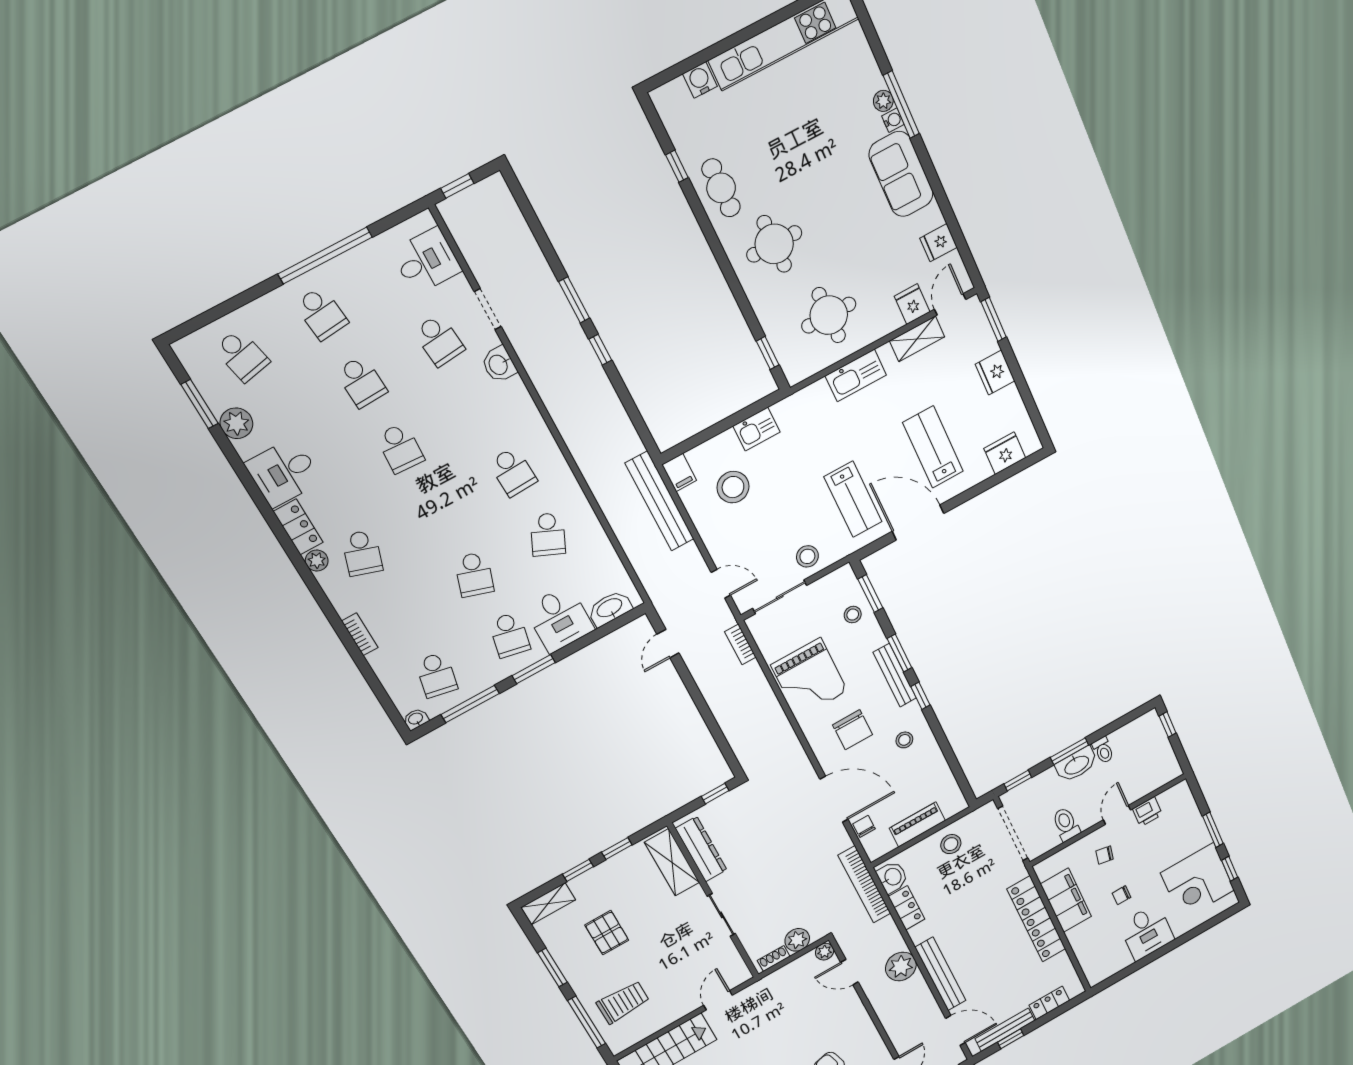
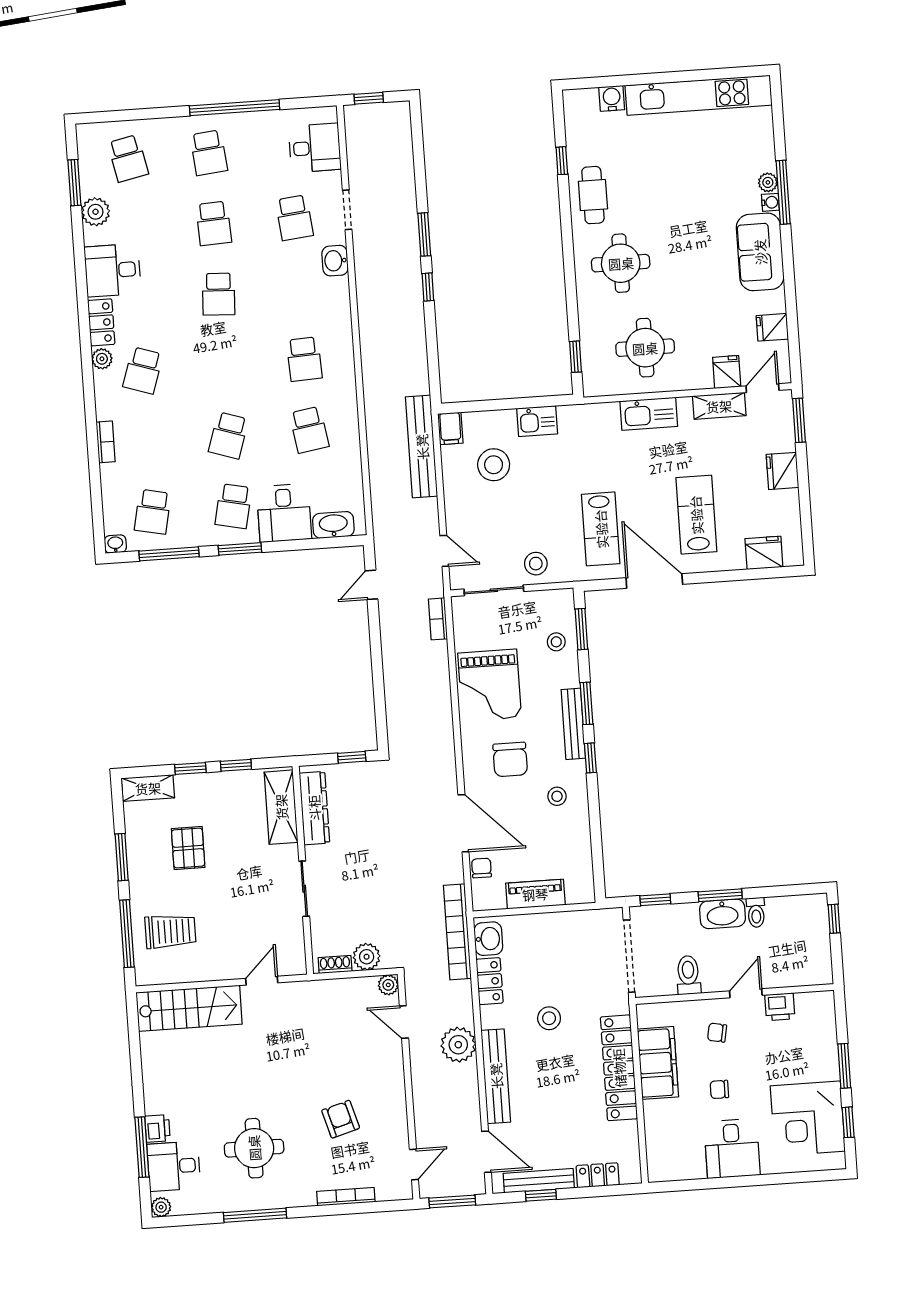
school desk: (548, 534) -> (309, 430), turned -33
stool: (951, 844) -> (549, 1018), moved

